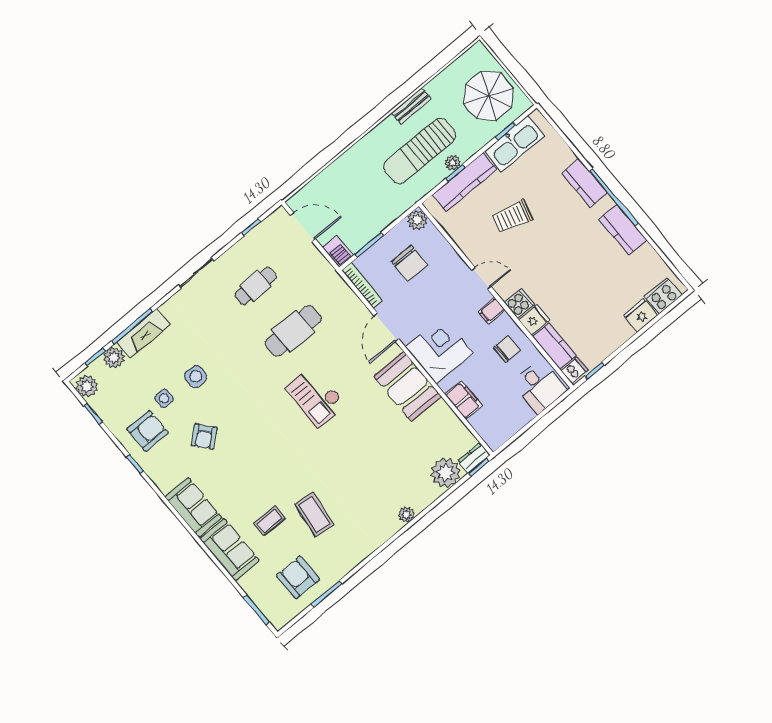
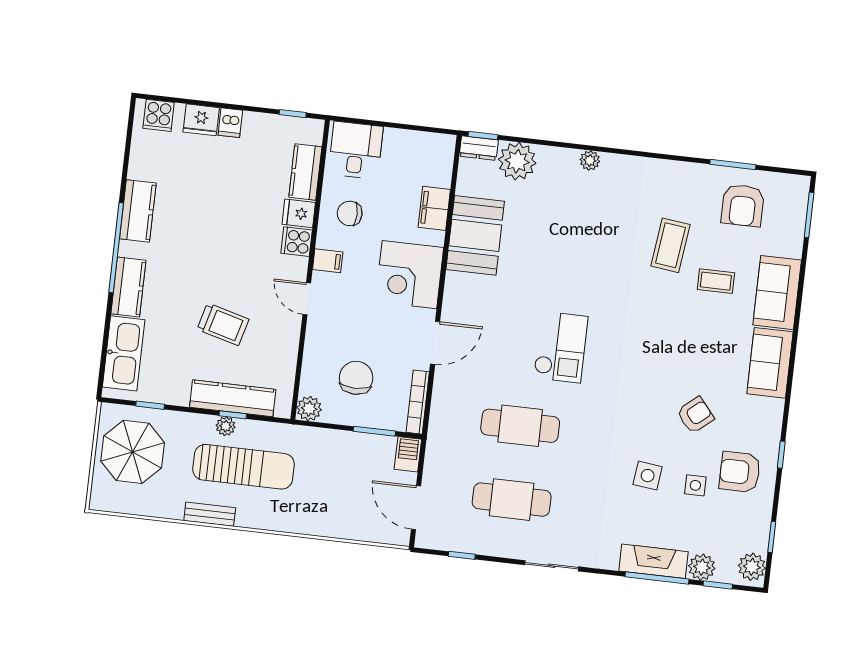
kitchen sink: (515, 144) -> (124, 353), moved, turned 90
cafe table: (256, 286) -> (512, 500), width x1.37, depth x1.35
cooker: (663, 296) -> (159, 115), width x0.73
dishwasher: (574, 370) -> (230, 123), moved, turned -90
booth: (407, 386) -> (475, 235), moved

